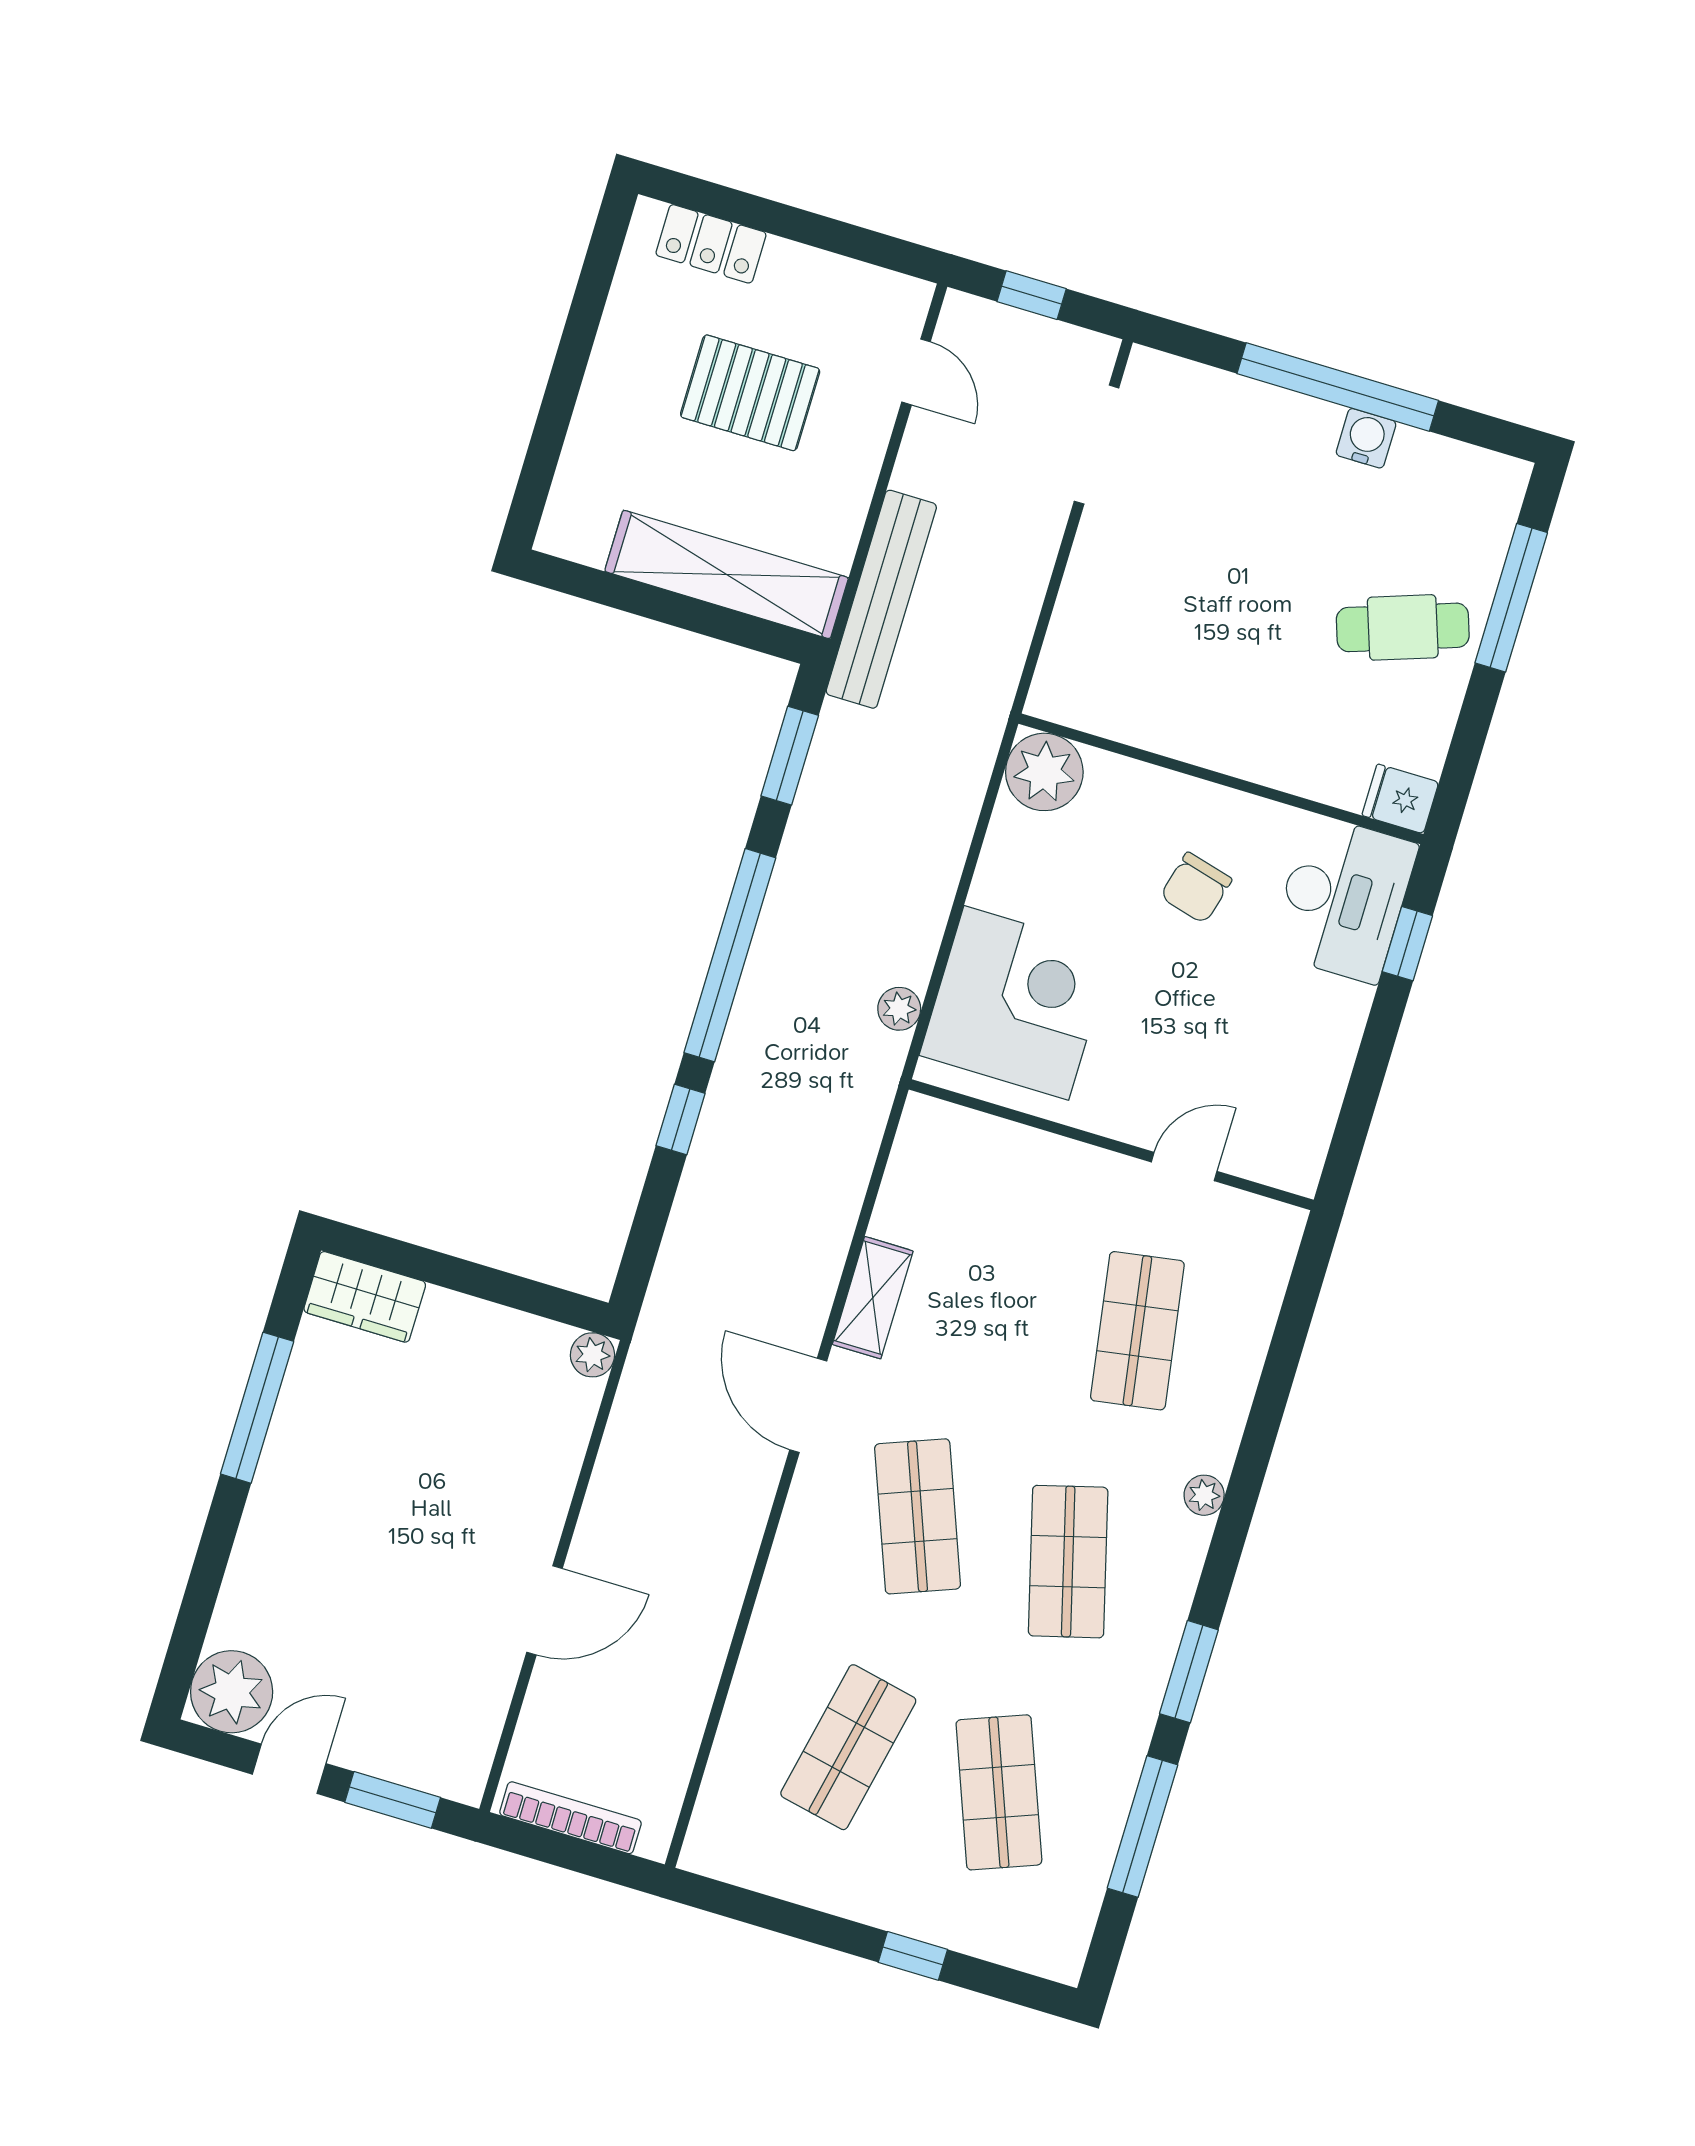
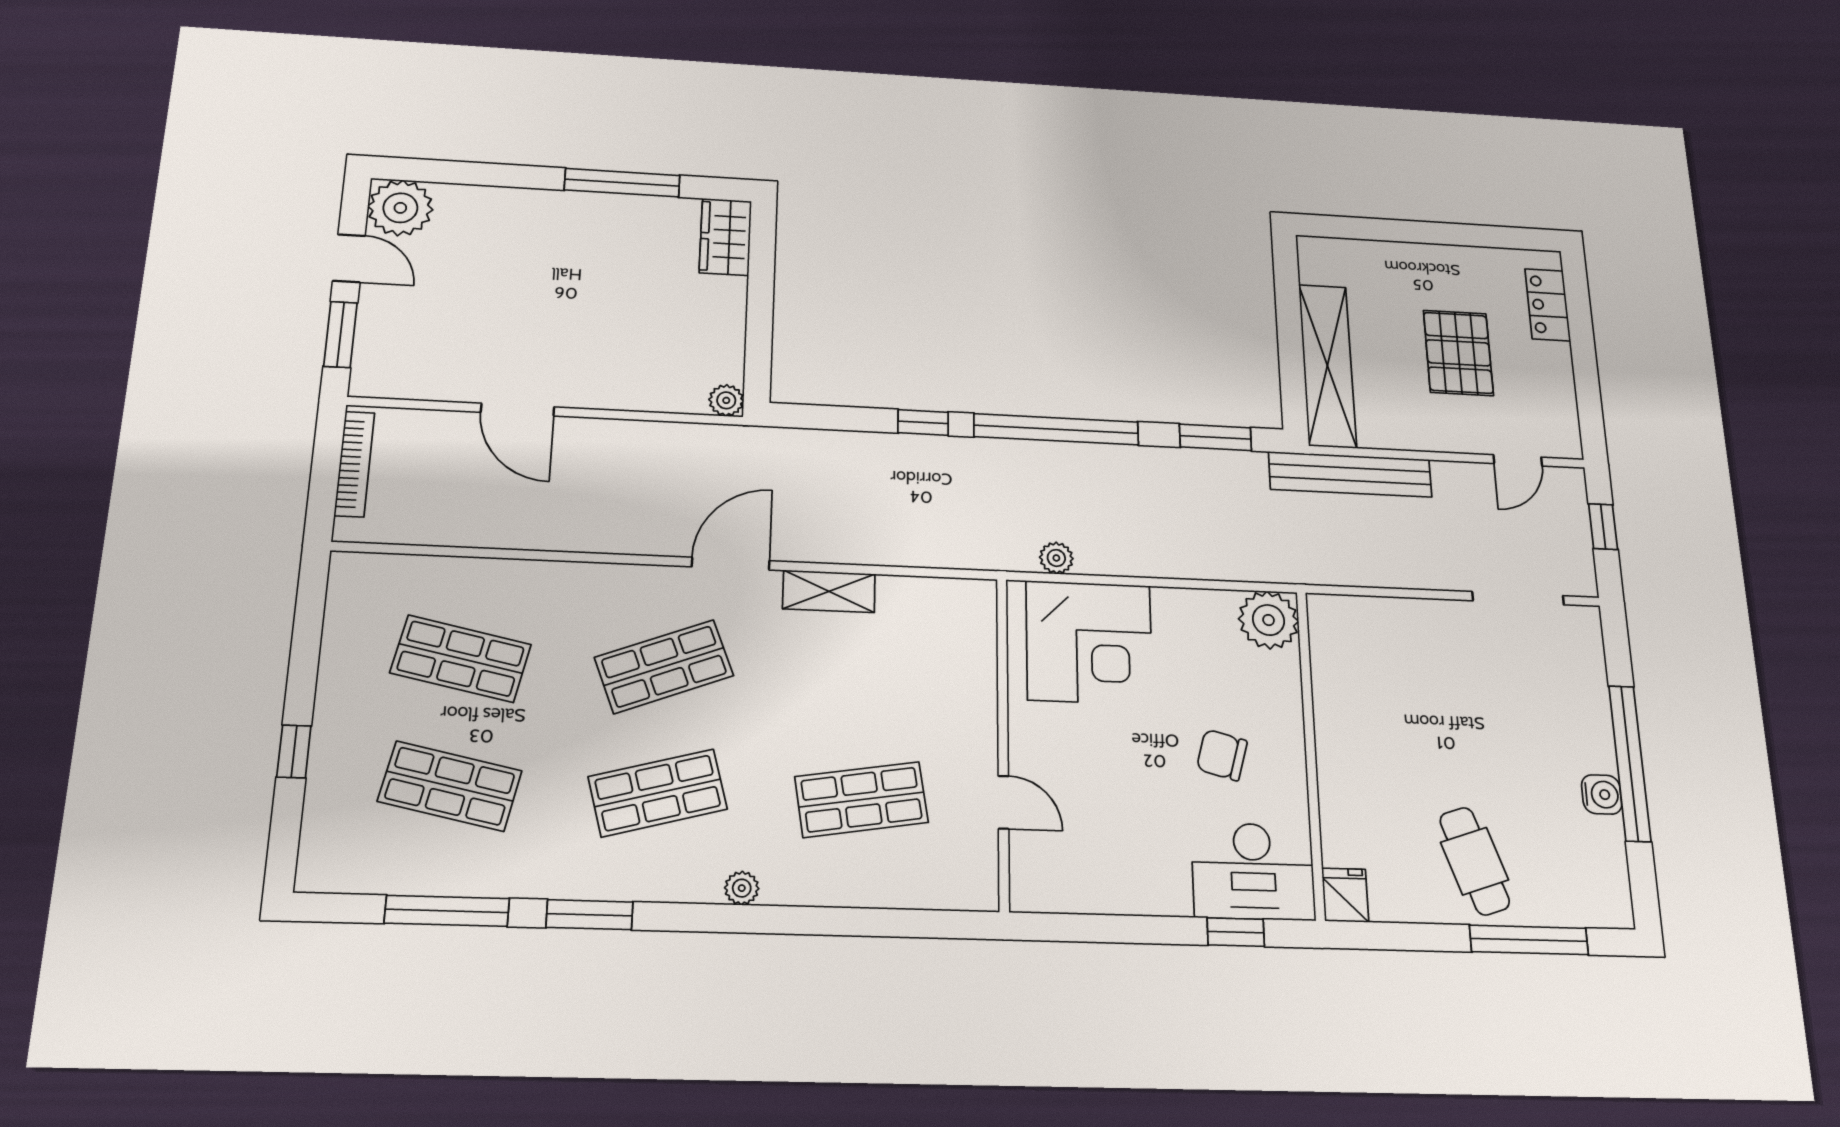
shop shelf: (999, 1792) -> (450, 786), turned 33

